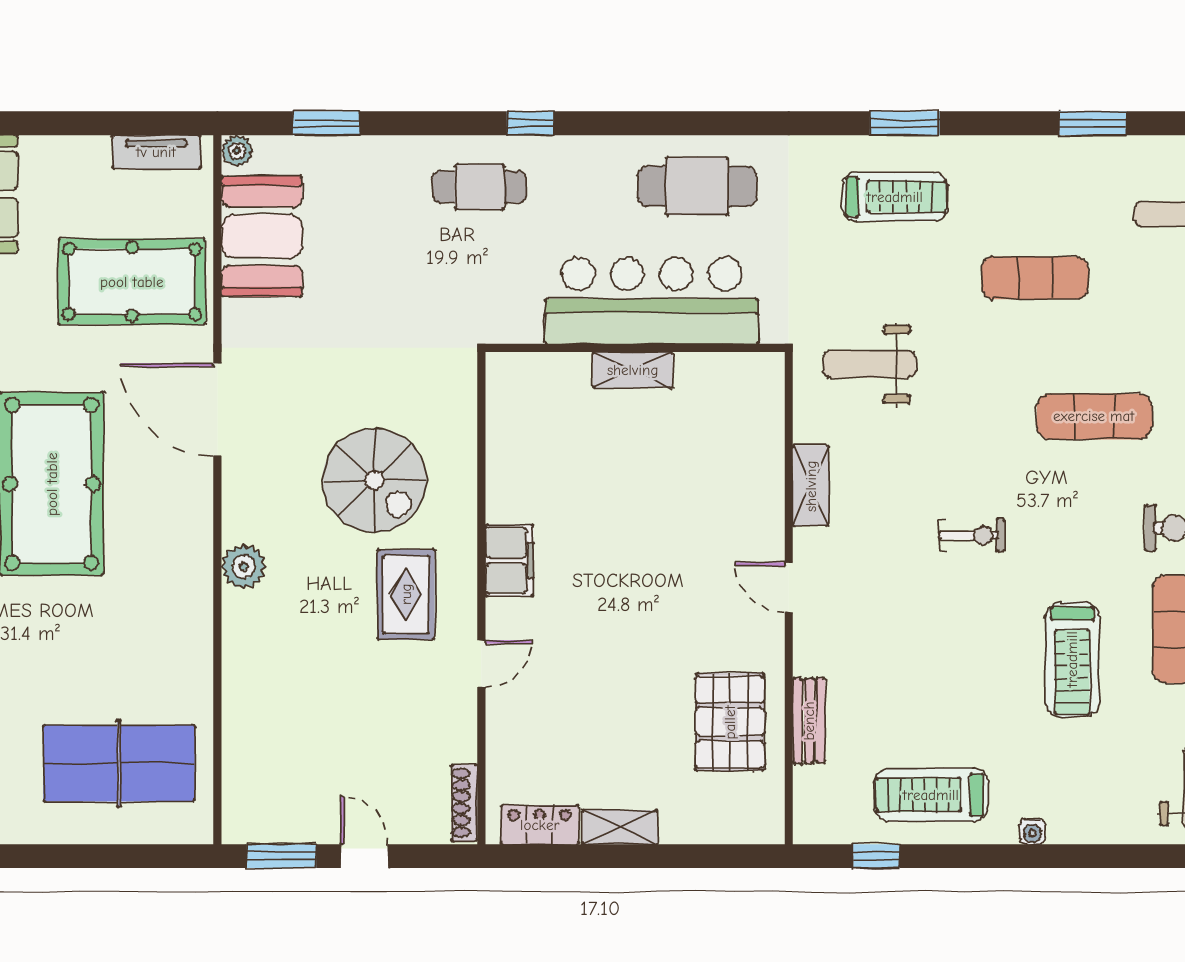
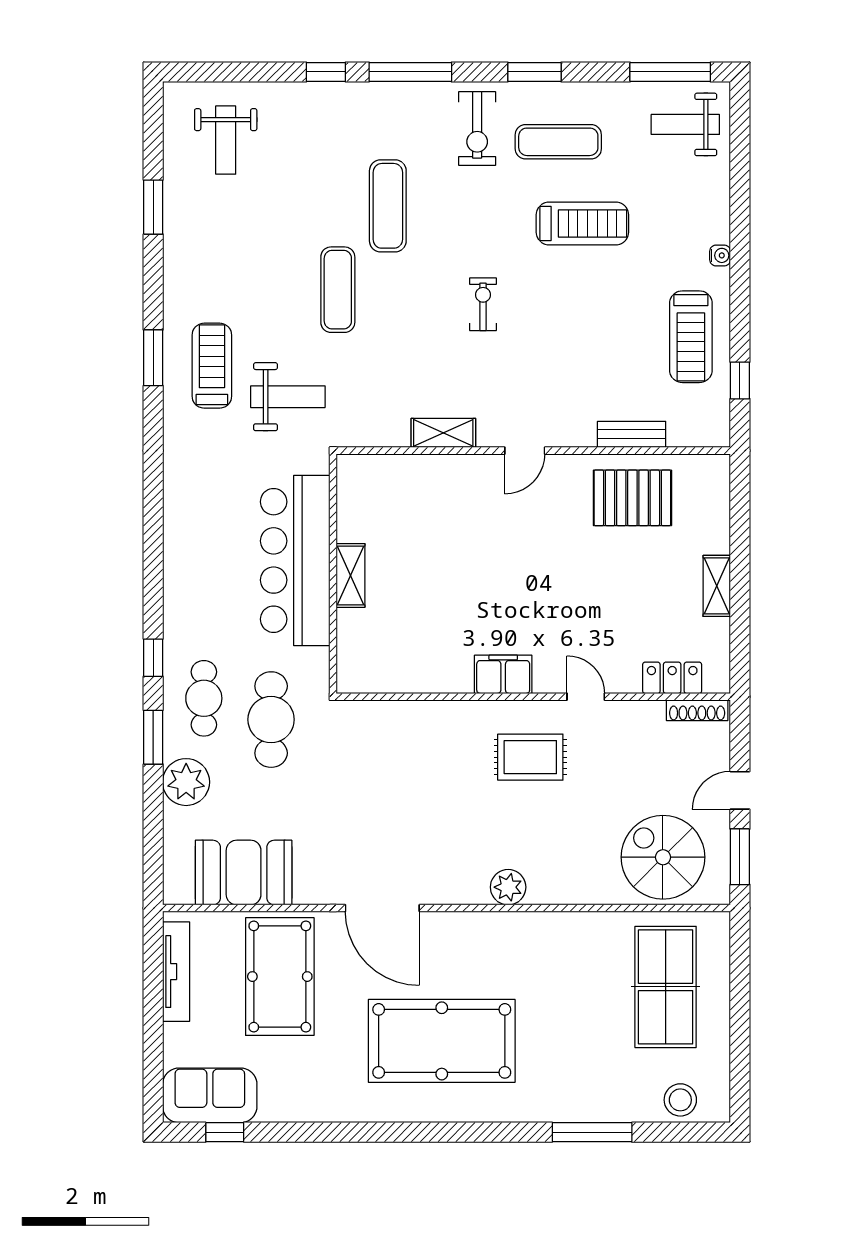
window: (326, 123) -> (153, 737), moved
plant: (237, 151) -> (186, 782), moved, width x1.88, depth x1.88
tv unit: (156, 152) -> (176, 972), width x1.41
cafe table: (697, 186) -> (271, 720), moved
exercise mat: (1035, 278) -> (338, 290), moved
weight bench: (869, 364) -> (288, 397), moved, turned -90
door: (217, 410) -> (382, 908), hinge flipped
spiral stairs: (374, 480) -> (663, 857), moved, turned -90
locker: (540, 825) -> (672, 678), moved, turned 90

